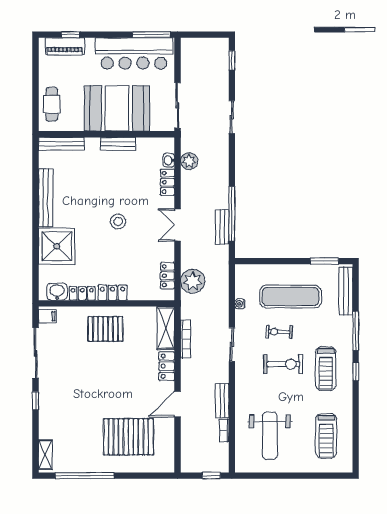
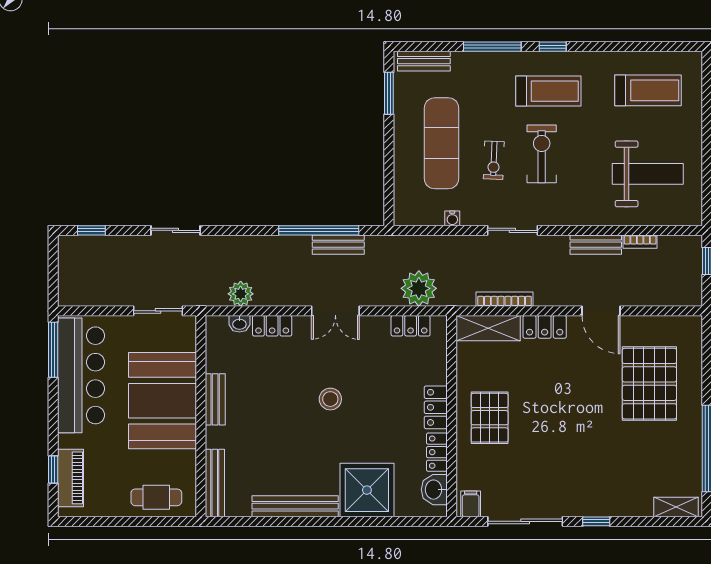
sliding door: (177, 105) -> (158, 311), width x0.73
bench: (346, 291) -> (424, 61), width x0.73

